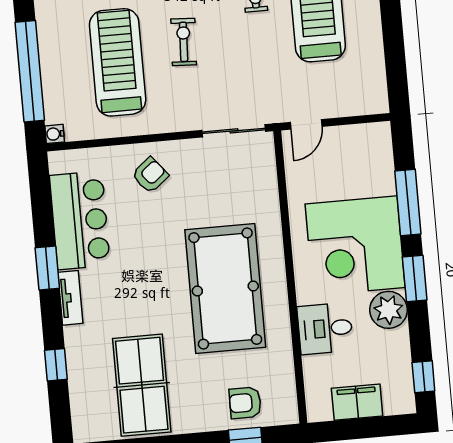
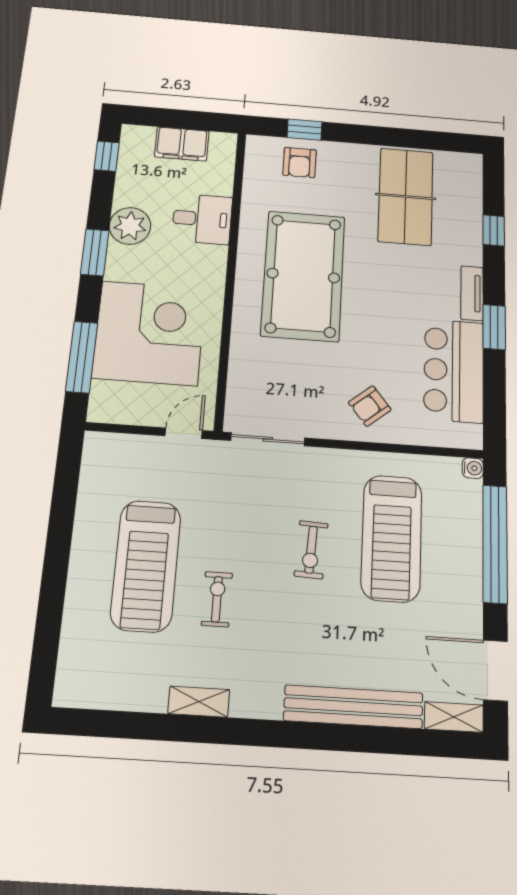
window: (408, 202) -> (82, 357), moved
corner desk: (355, 246) -> (149, 333), moved
armchair: (245, 403) -> (300, 163), turned 90

